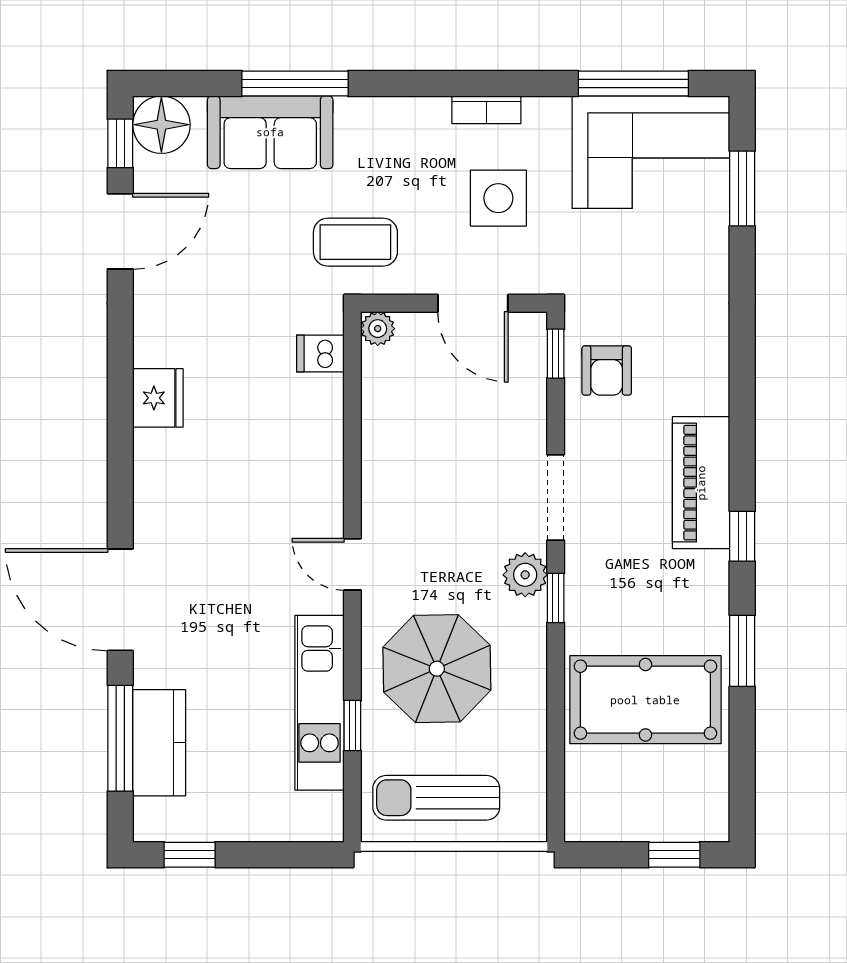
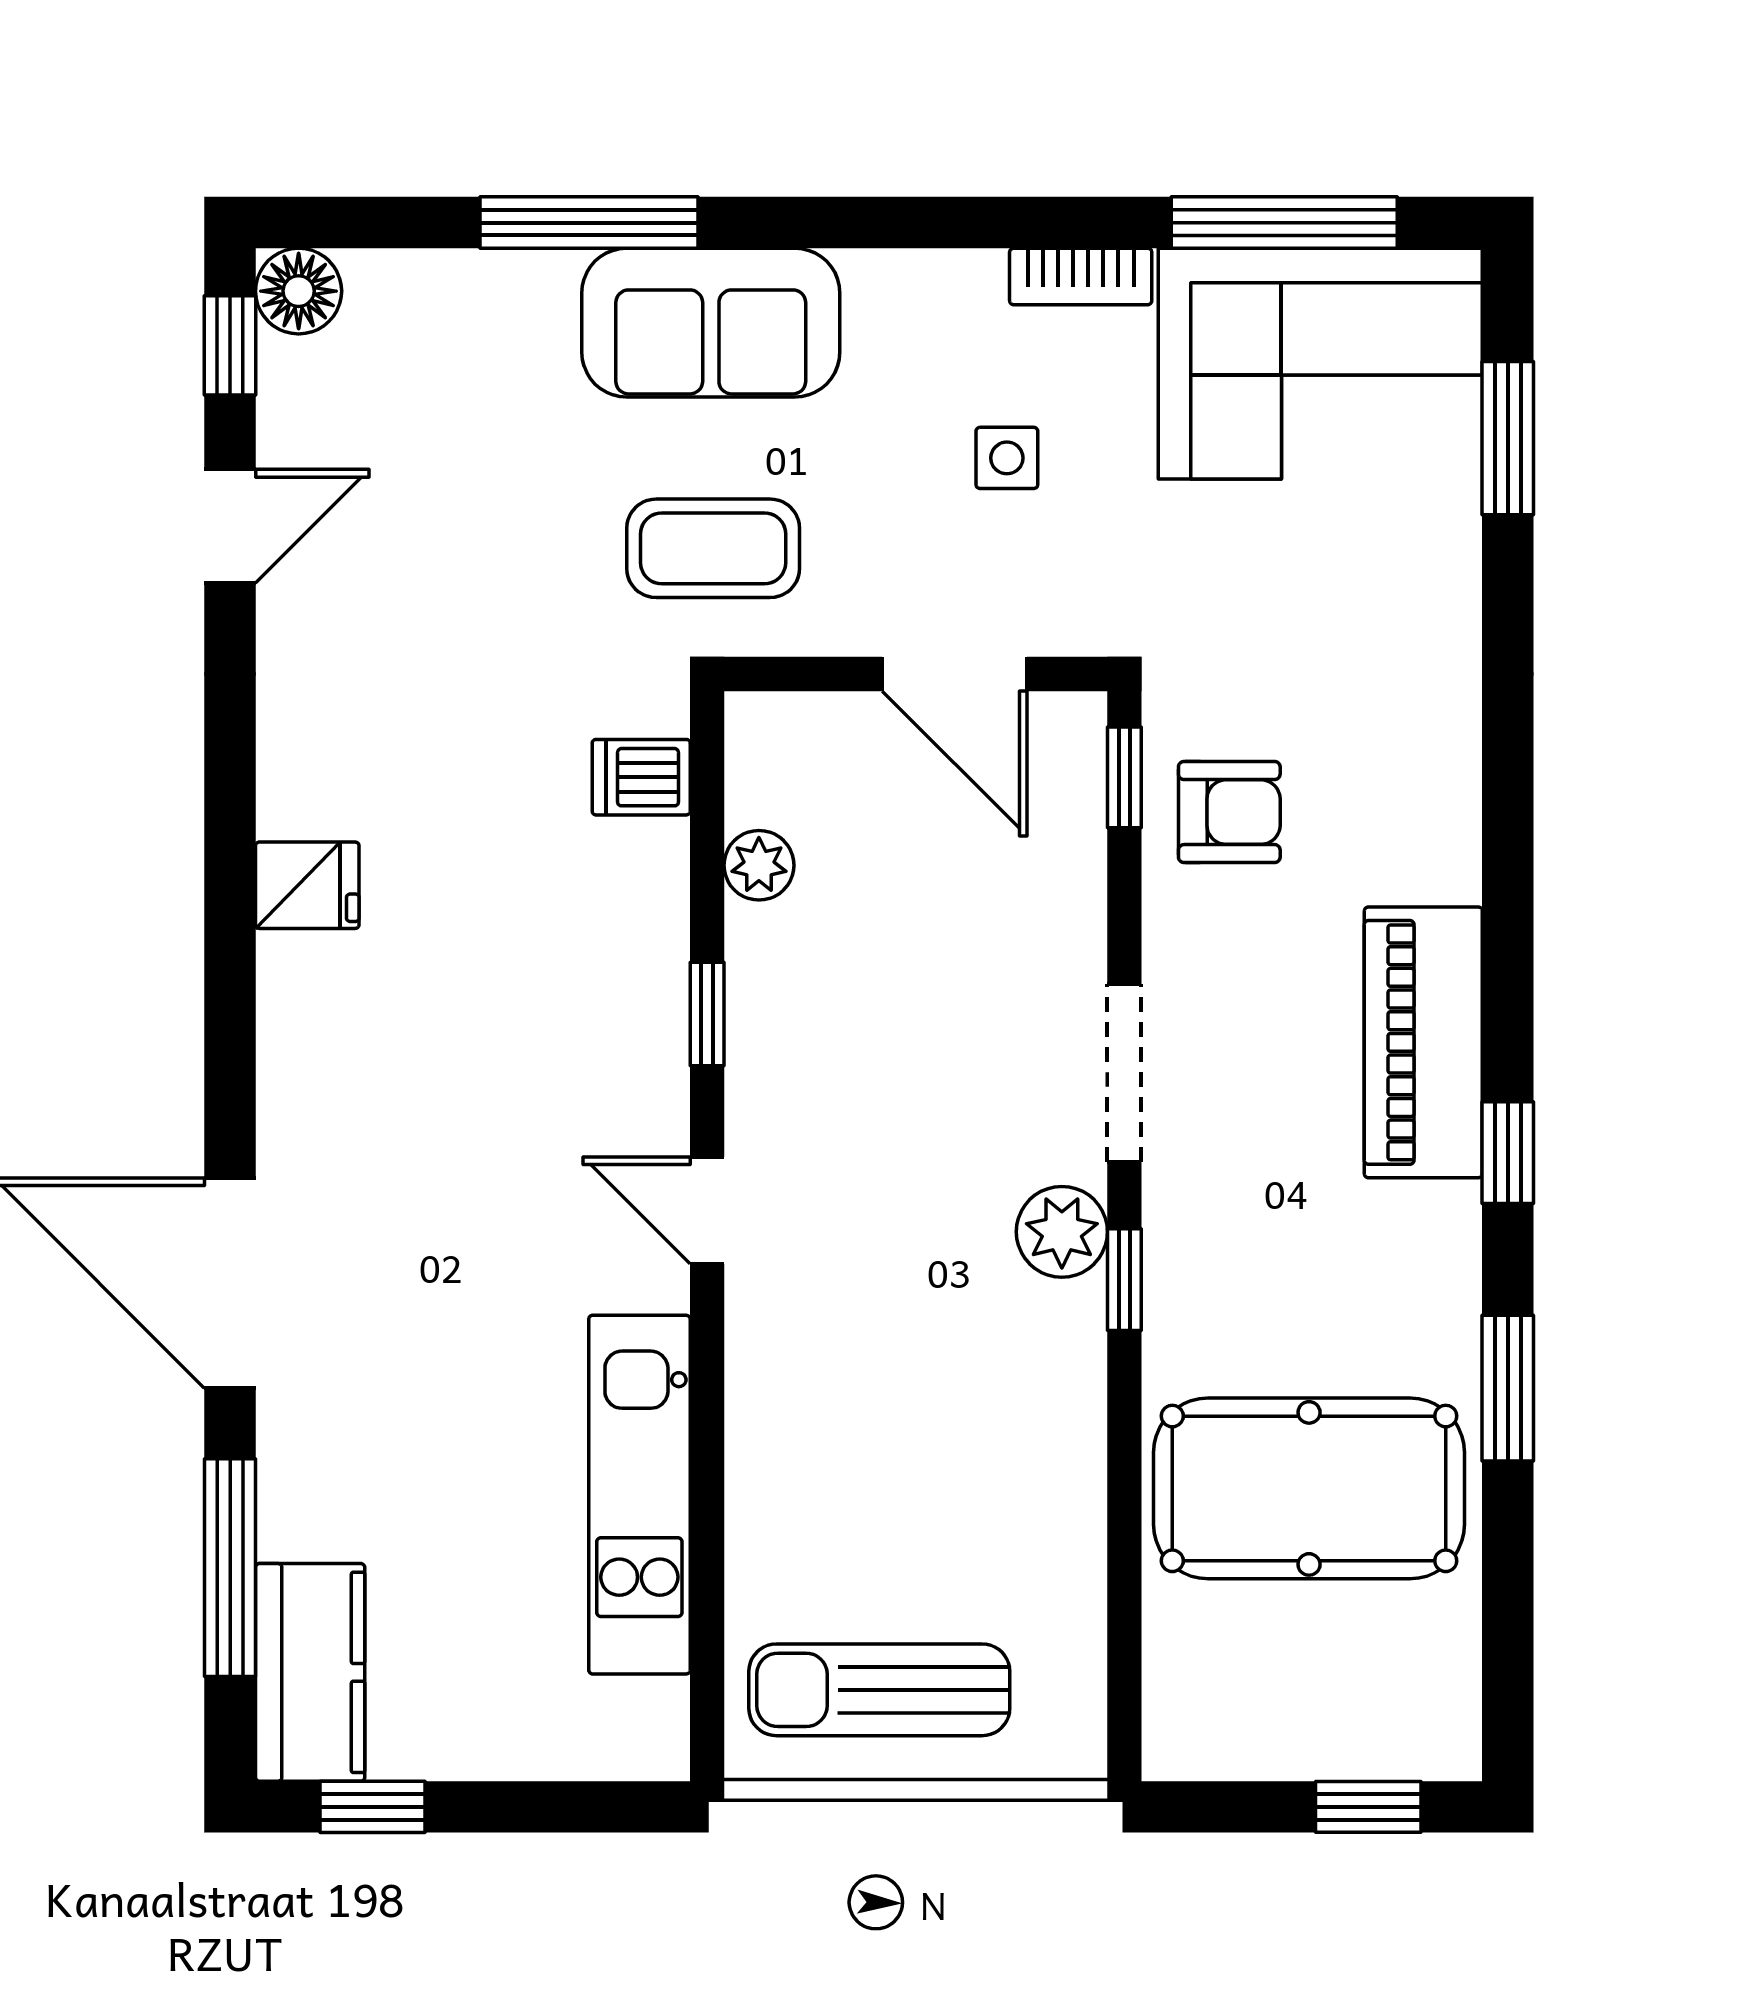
bookcase: (486, 110) -> (1081, 276), moved
floor lamp: (161, 125) -> (299, 291), width x0.73, depth x0.73
sofa: (270, 132) -> (711, 323), moved
side table: (498, 198) -> (1007, 458), width x0.54, depth x0.54
door: (120, 231) -> (230, 526), width x0.73
plant: (378, 329) -> (759, 865), moved
armchair: (607, 370) -> (1229, 812), turned -90
fridge: (158, 398) -> (307, 885), width x0.72
parasol: (437, 669) -> (880, 1425), removed
window: (352, 726) -> (707, 1014), moved
kitchen counter: (159, 743) -> (310, 1672), moved

